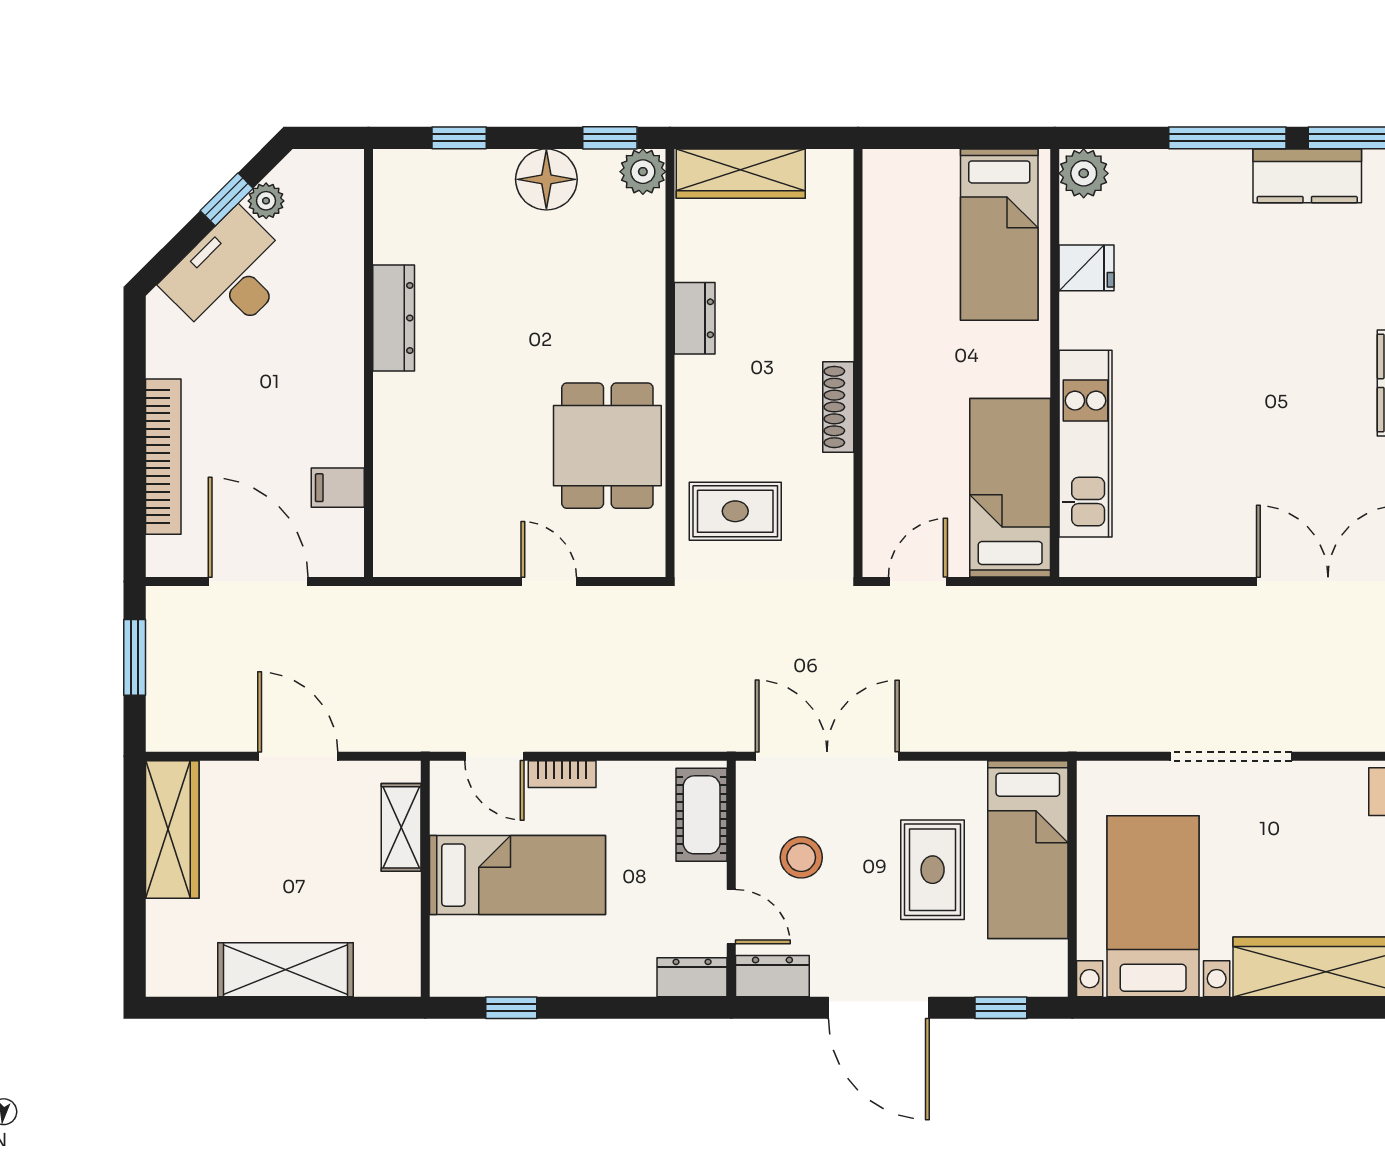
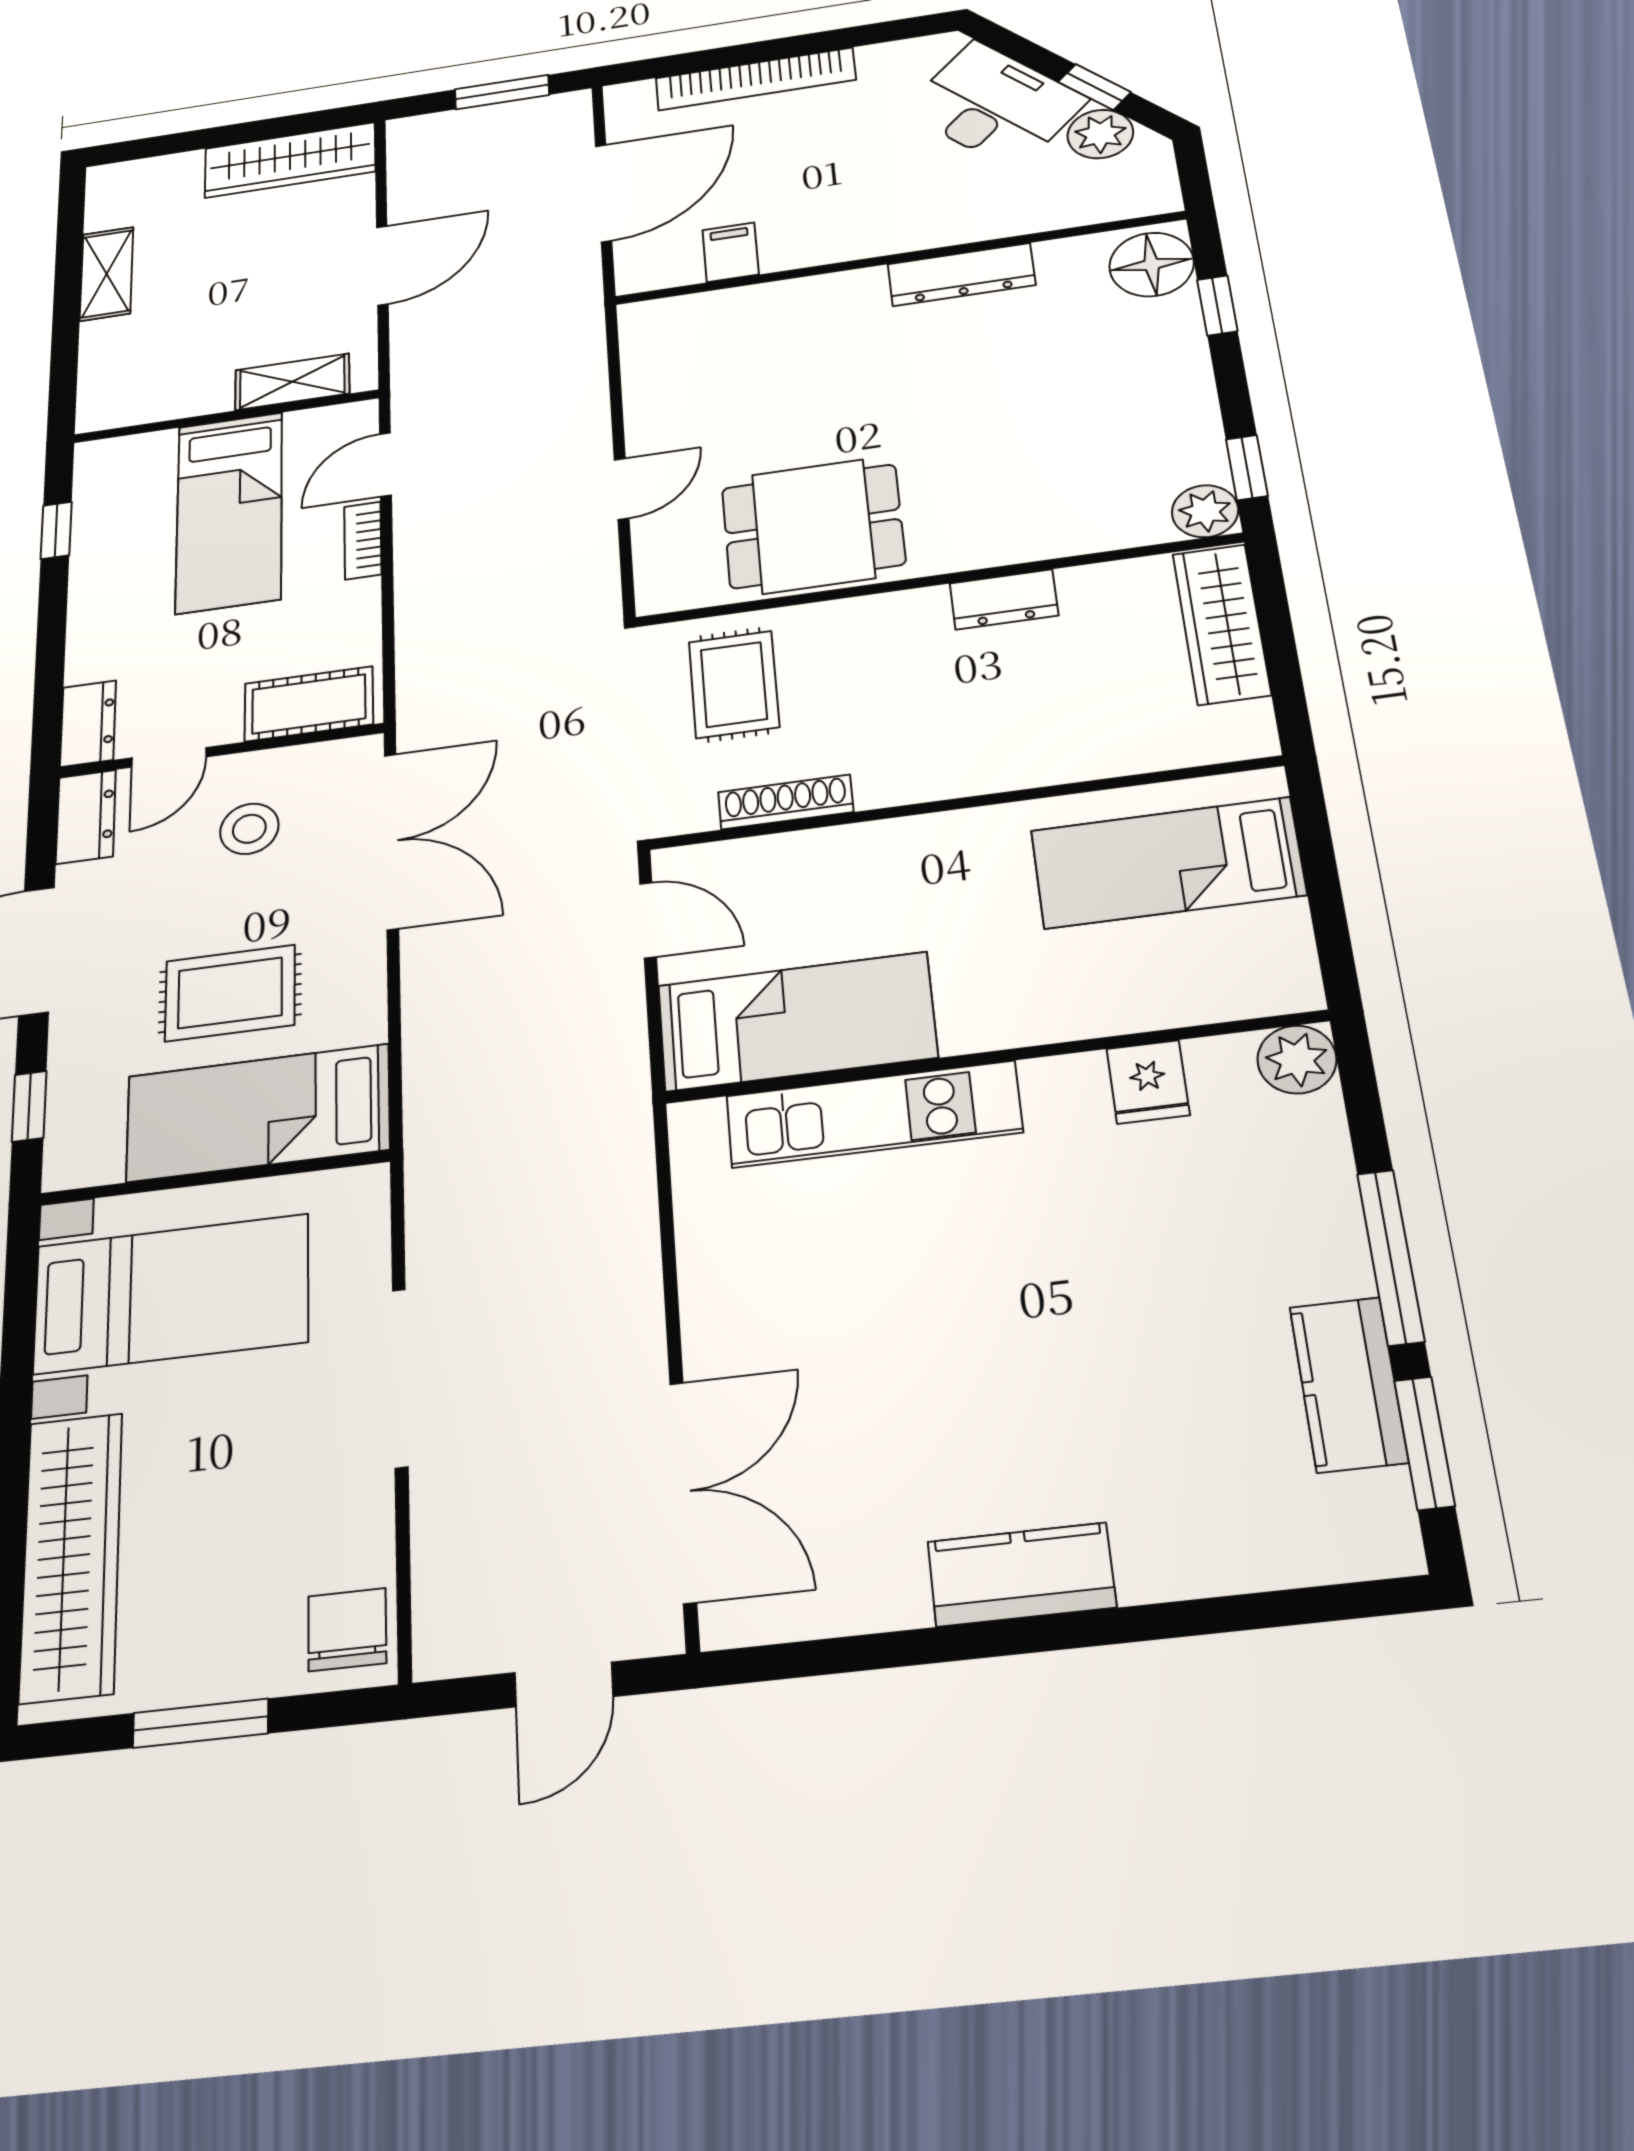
floor lamp: (546, 179) -> (1152, 264), moved
plant: (266, 201) -> (1100, 134), width x1.38, depth x1.38
bed: (999, 235) -> (1168, 863), moved
shoe rack: (838, 407) -> (786, 802), moved
shelving: (286, 970) -> (107, 274), width x0.67, depth x0.75

